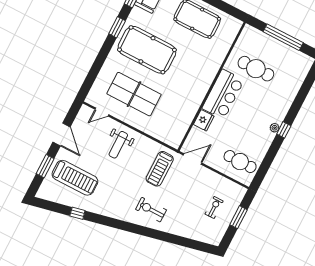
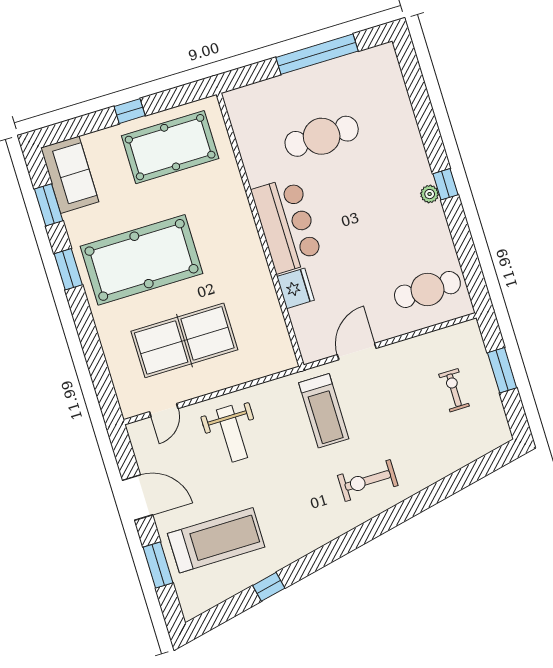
wall: (212, 86) -> (260, 230), moved
bar counter: (223, 94) -> (287, 225), moved
fridge: (204, 120) -> (295, 288), moved

